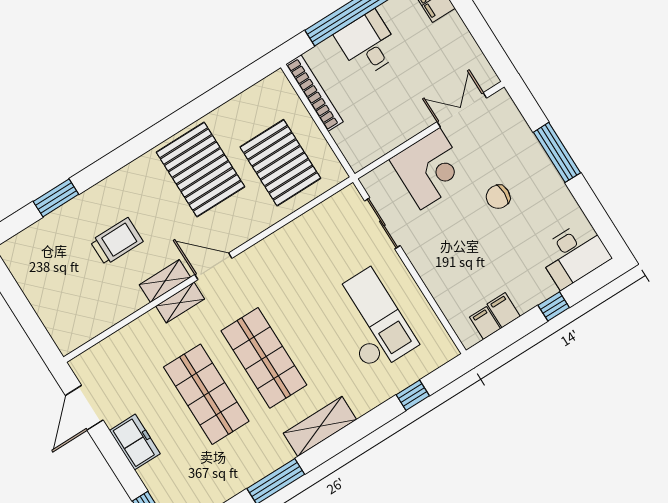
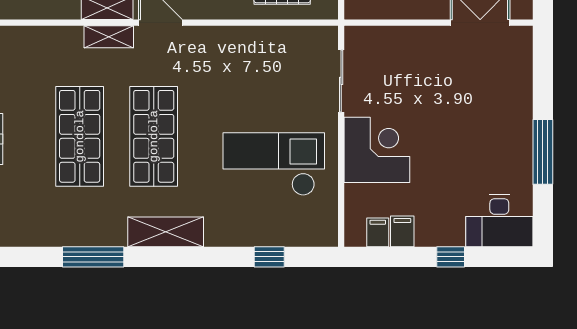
window: (557, 152) -> (543, 152), moved
corner desk: (430, 169) -> (377, 150), moved, turned -90
chair: (498, 197) -> (463, 124), removed
checkout: (371, 321) -> (274, 164), turned -90

